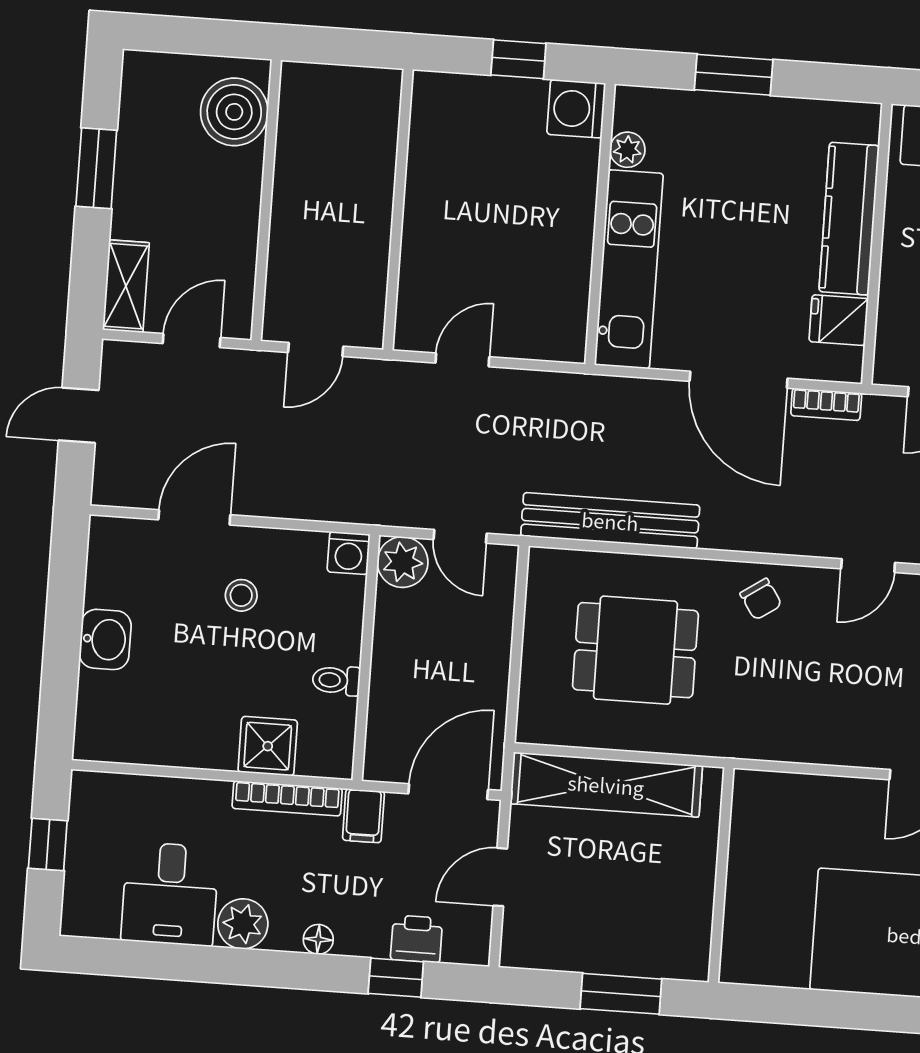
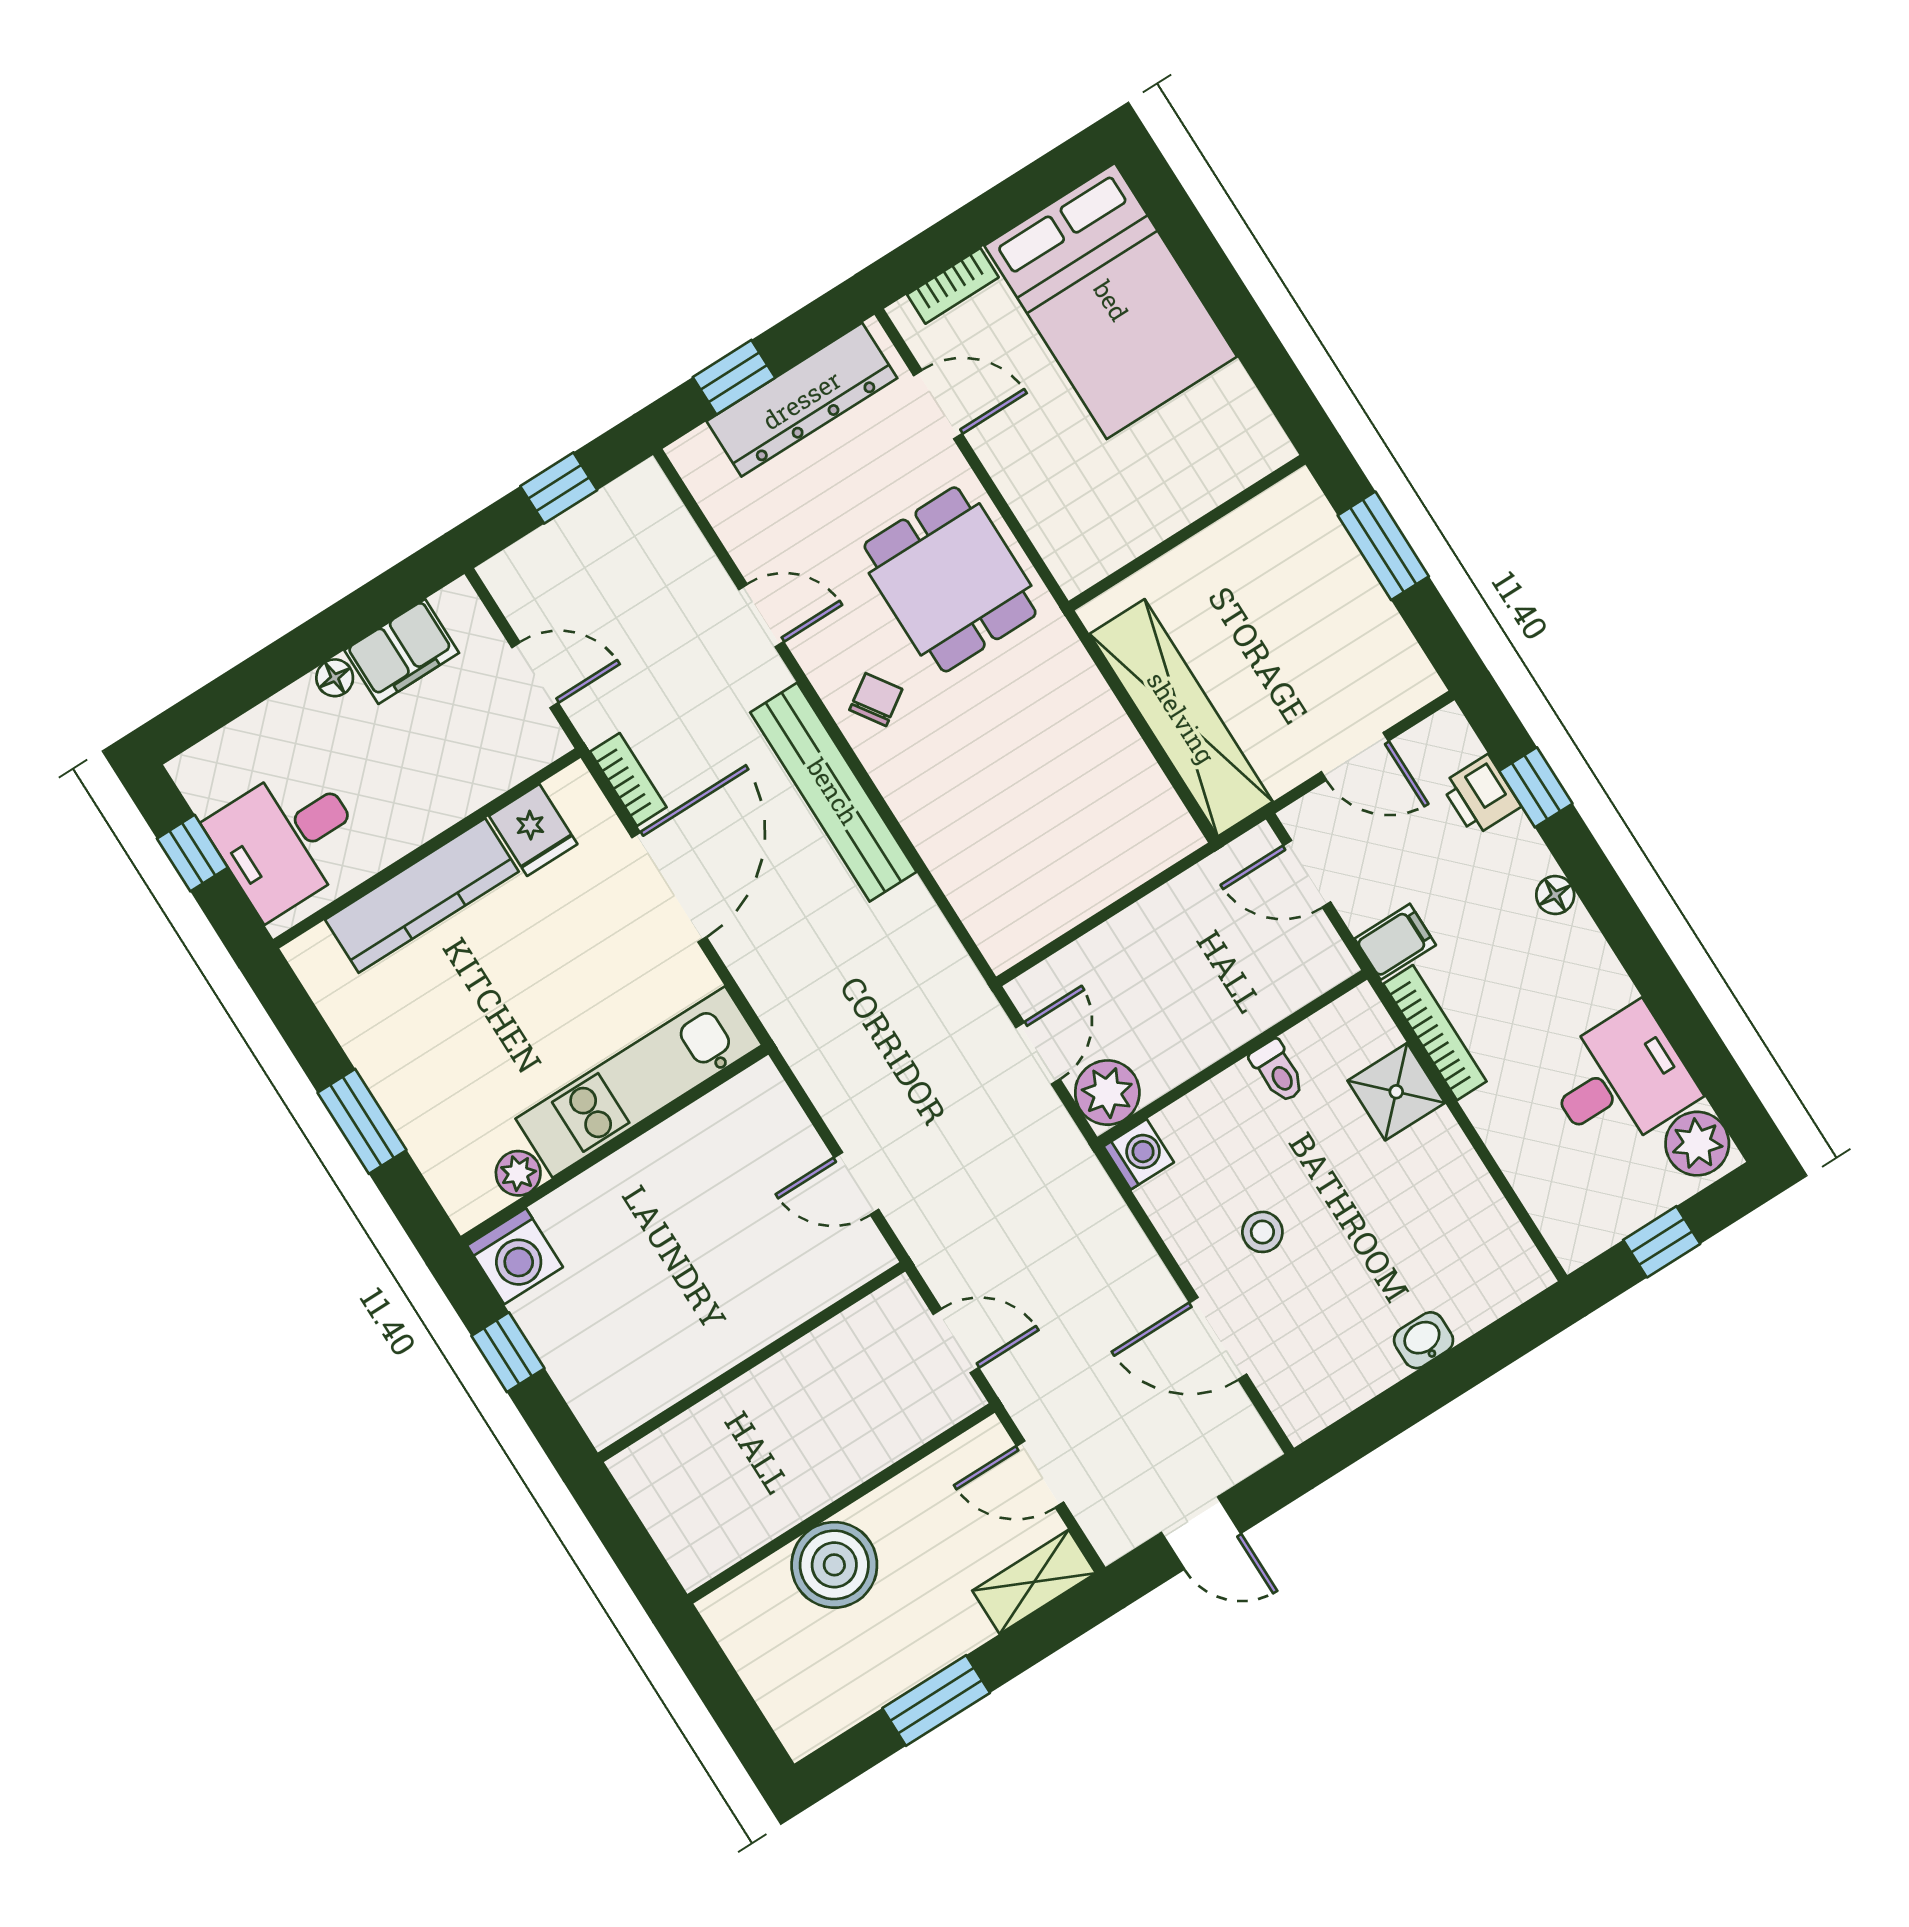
boiler: (234, 112) -> (834, 1565), moved
bench: (610, 521) -> (833, 792), moved
washbasin: (105, 639) -> (1424, 1340), width x0.72, depth x0.69
dining table: (635, 650) -> (950, 579), moved
door: (448, 792) -> (1307, 874), width x0.73
plant: (243, 924) -> (1697, 1144), moved

